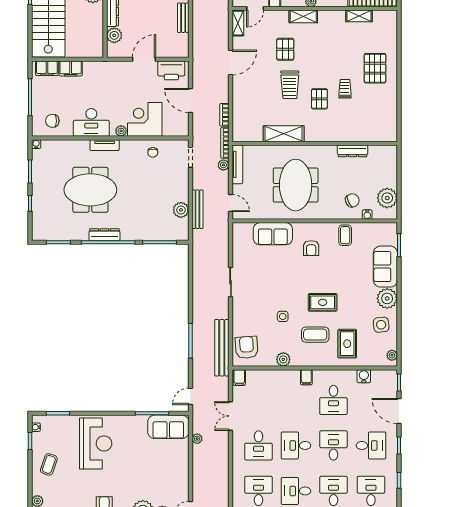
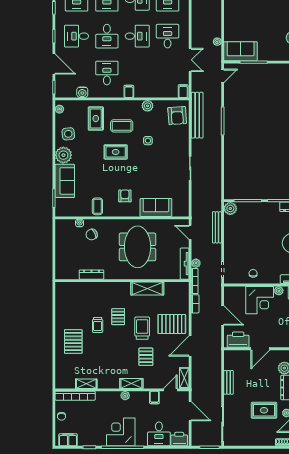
pallet: (253, 90) -> (172, 324), added
plant: (387, 198) -> (63, 236), removed
plant: (181, 210) -> (230, 208), moved

